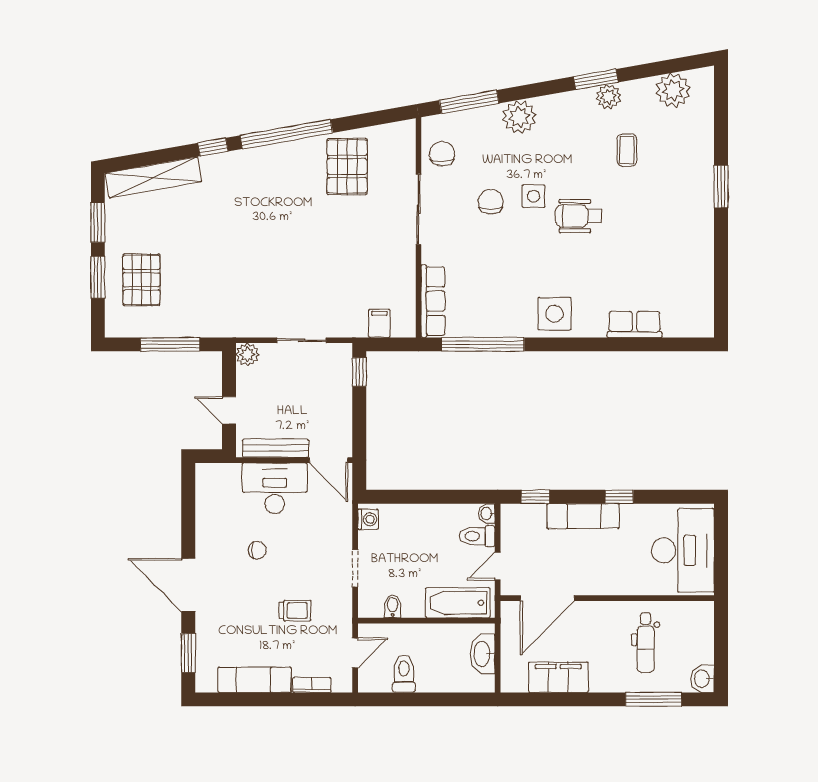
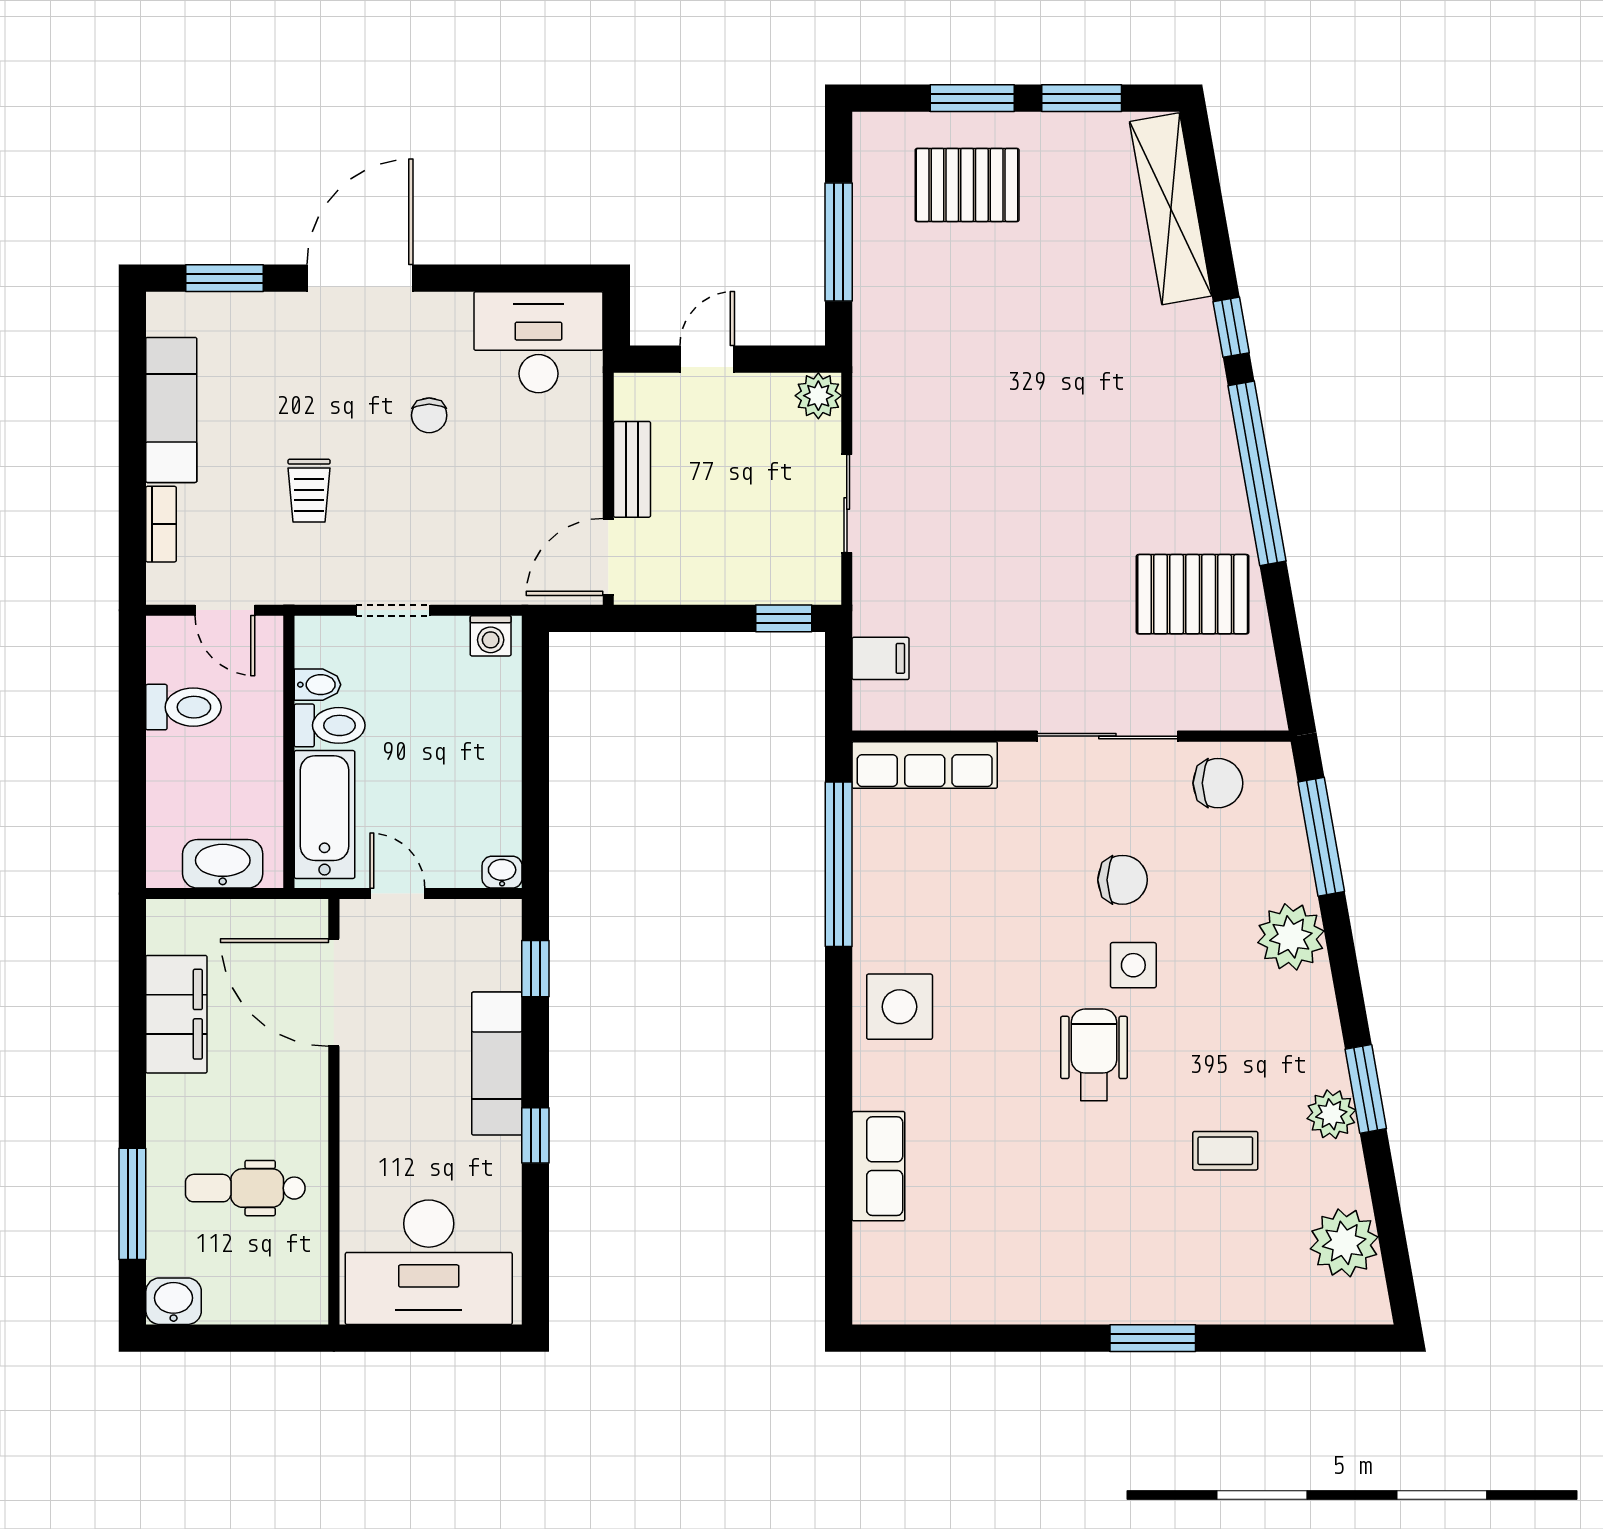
bench: (276, 448) -> (632, 469), width x0.73
desk: (275, 488) -> (538, 342), moved, turned -90
toilet: (477, 536) -> (330, 725), moved, turned 90

